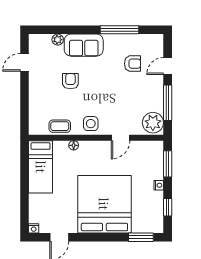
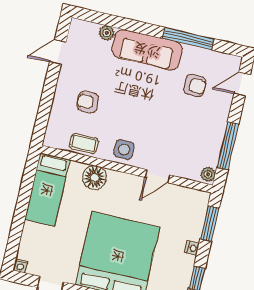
sofa: (84, 45) -> (147, 50), width x1.36
door: (168, 66) -> (242, 84), moved
armchair: (70, 81) -> (88, 102), moved, turned -90
plant: (153, 123) -> (208, 174), width x0.53, depth x0.53
floor lamp: (74, 145) -> (95, 177), width x1.89, depth x1.89

